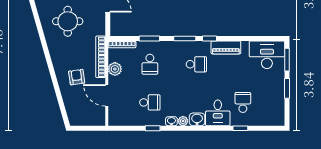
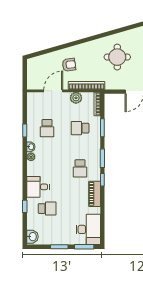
washbasin: (197, 119) -> (32, 237), moved

